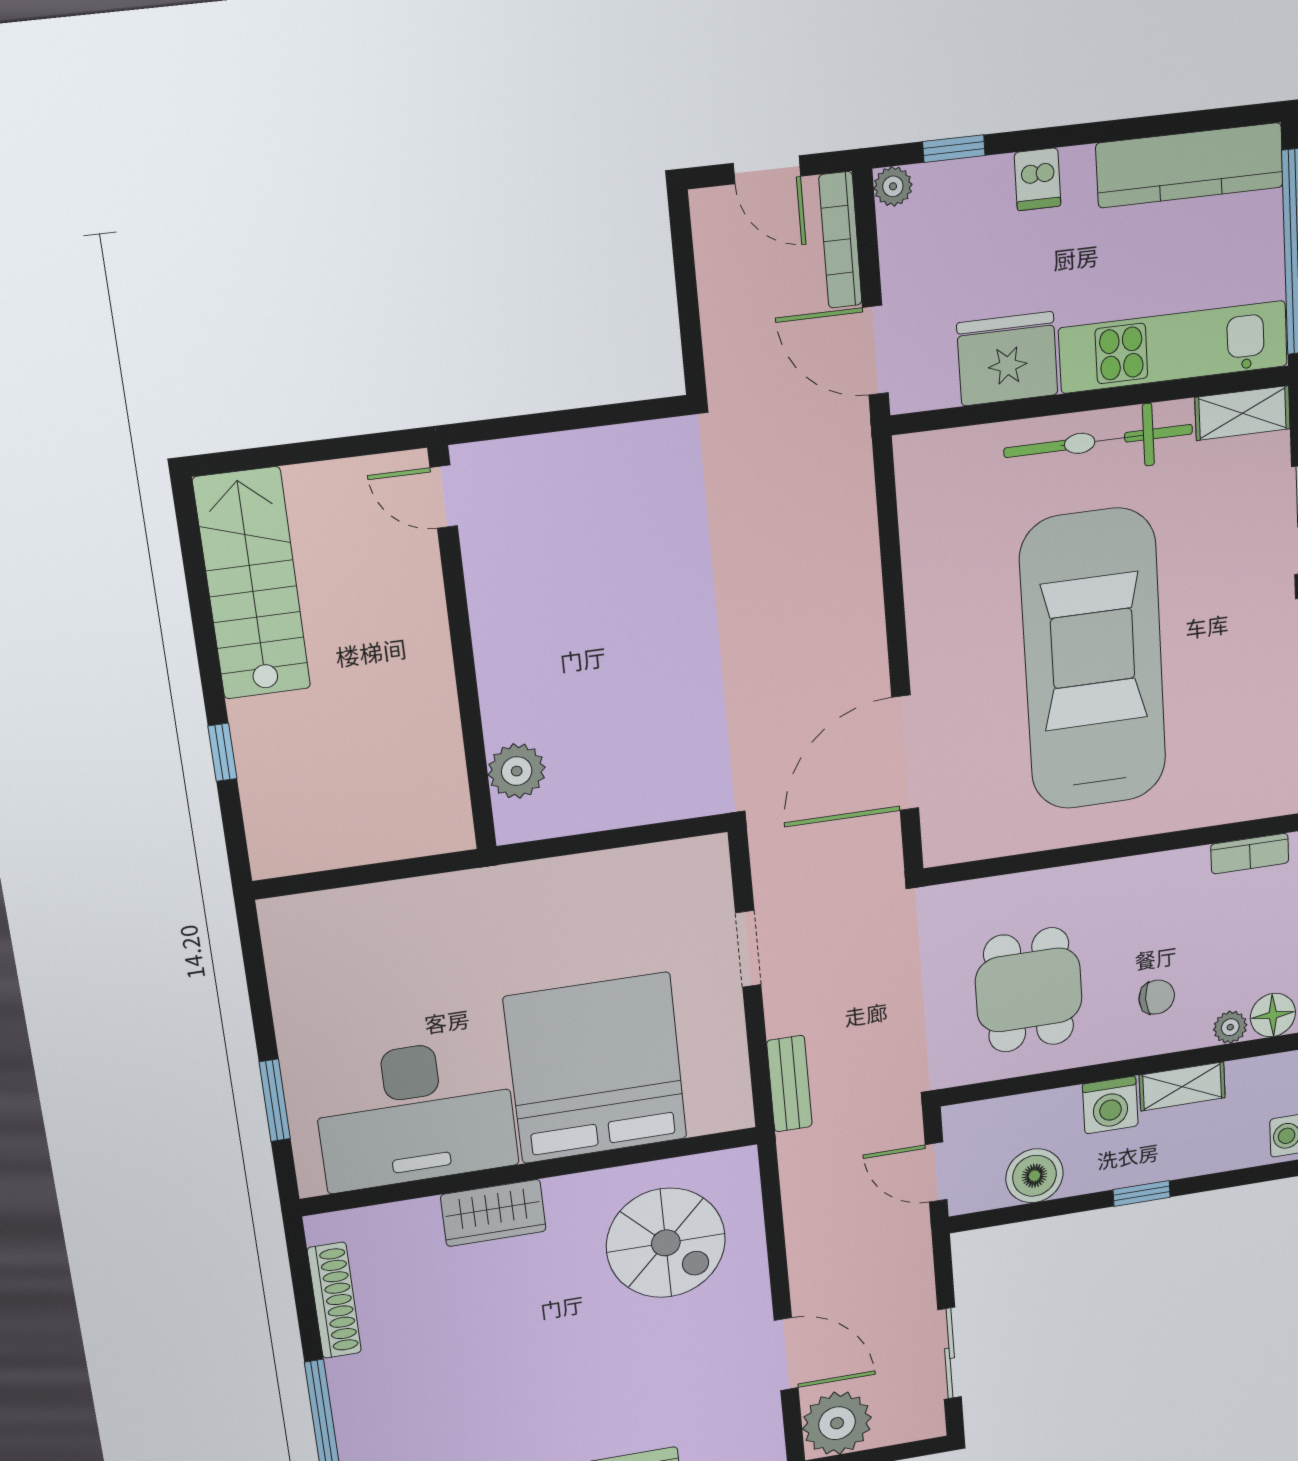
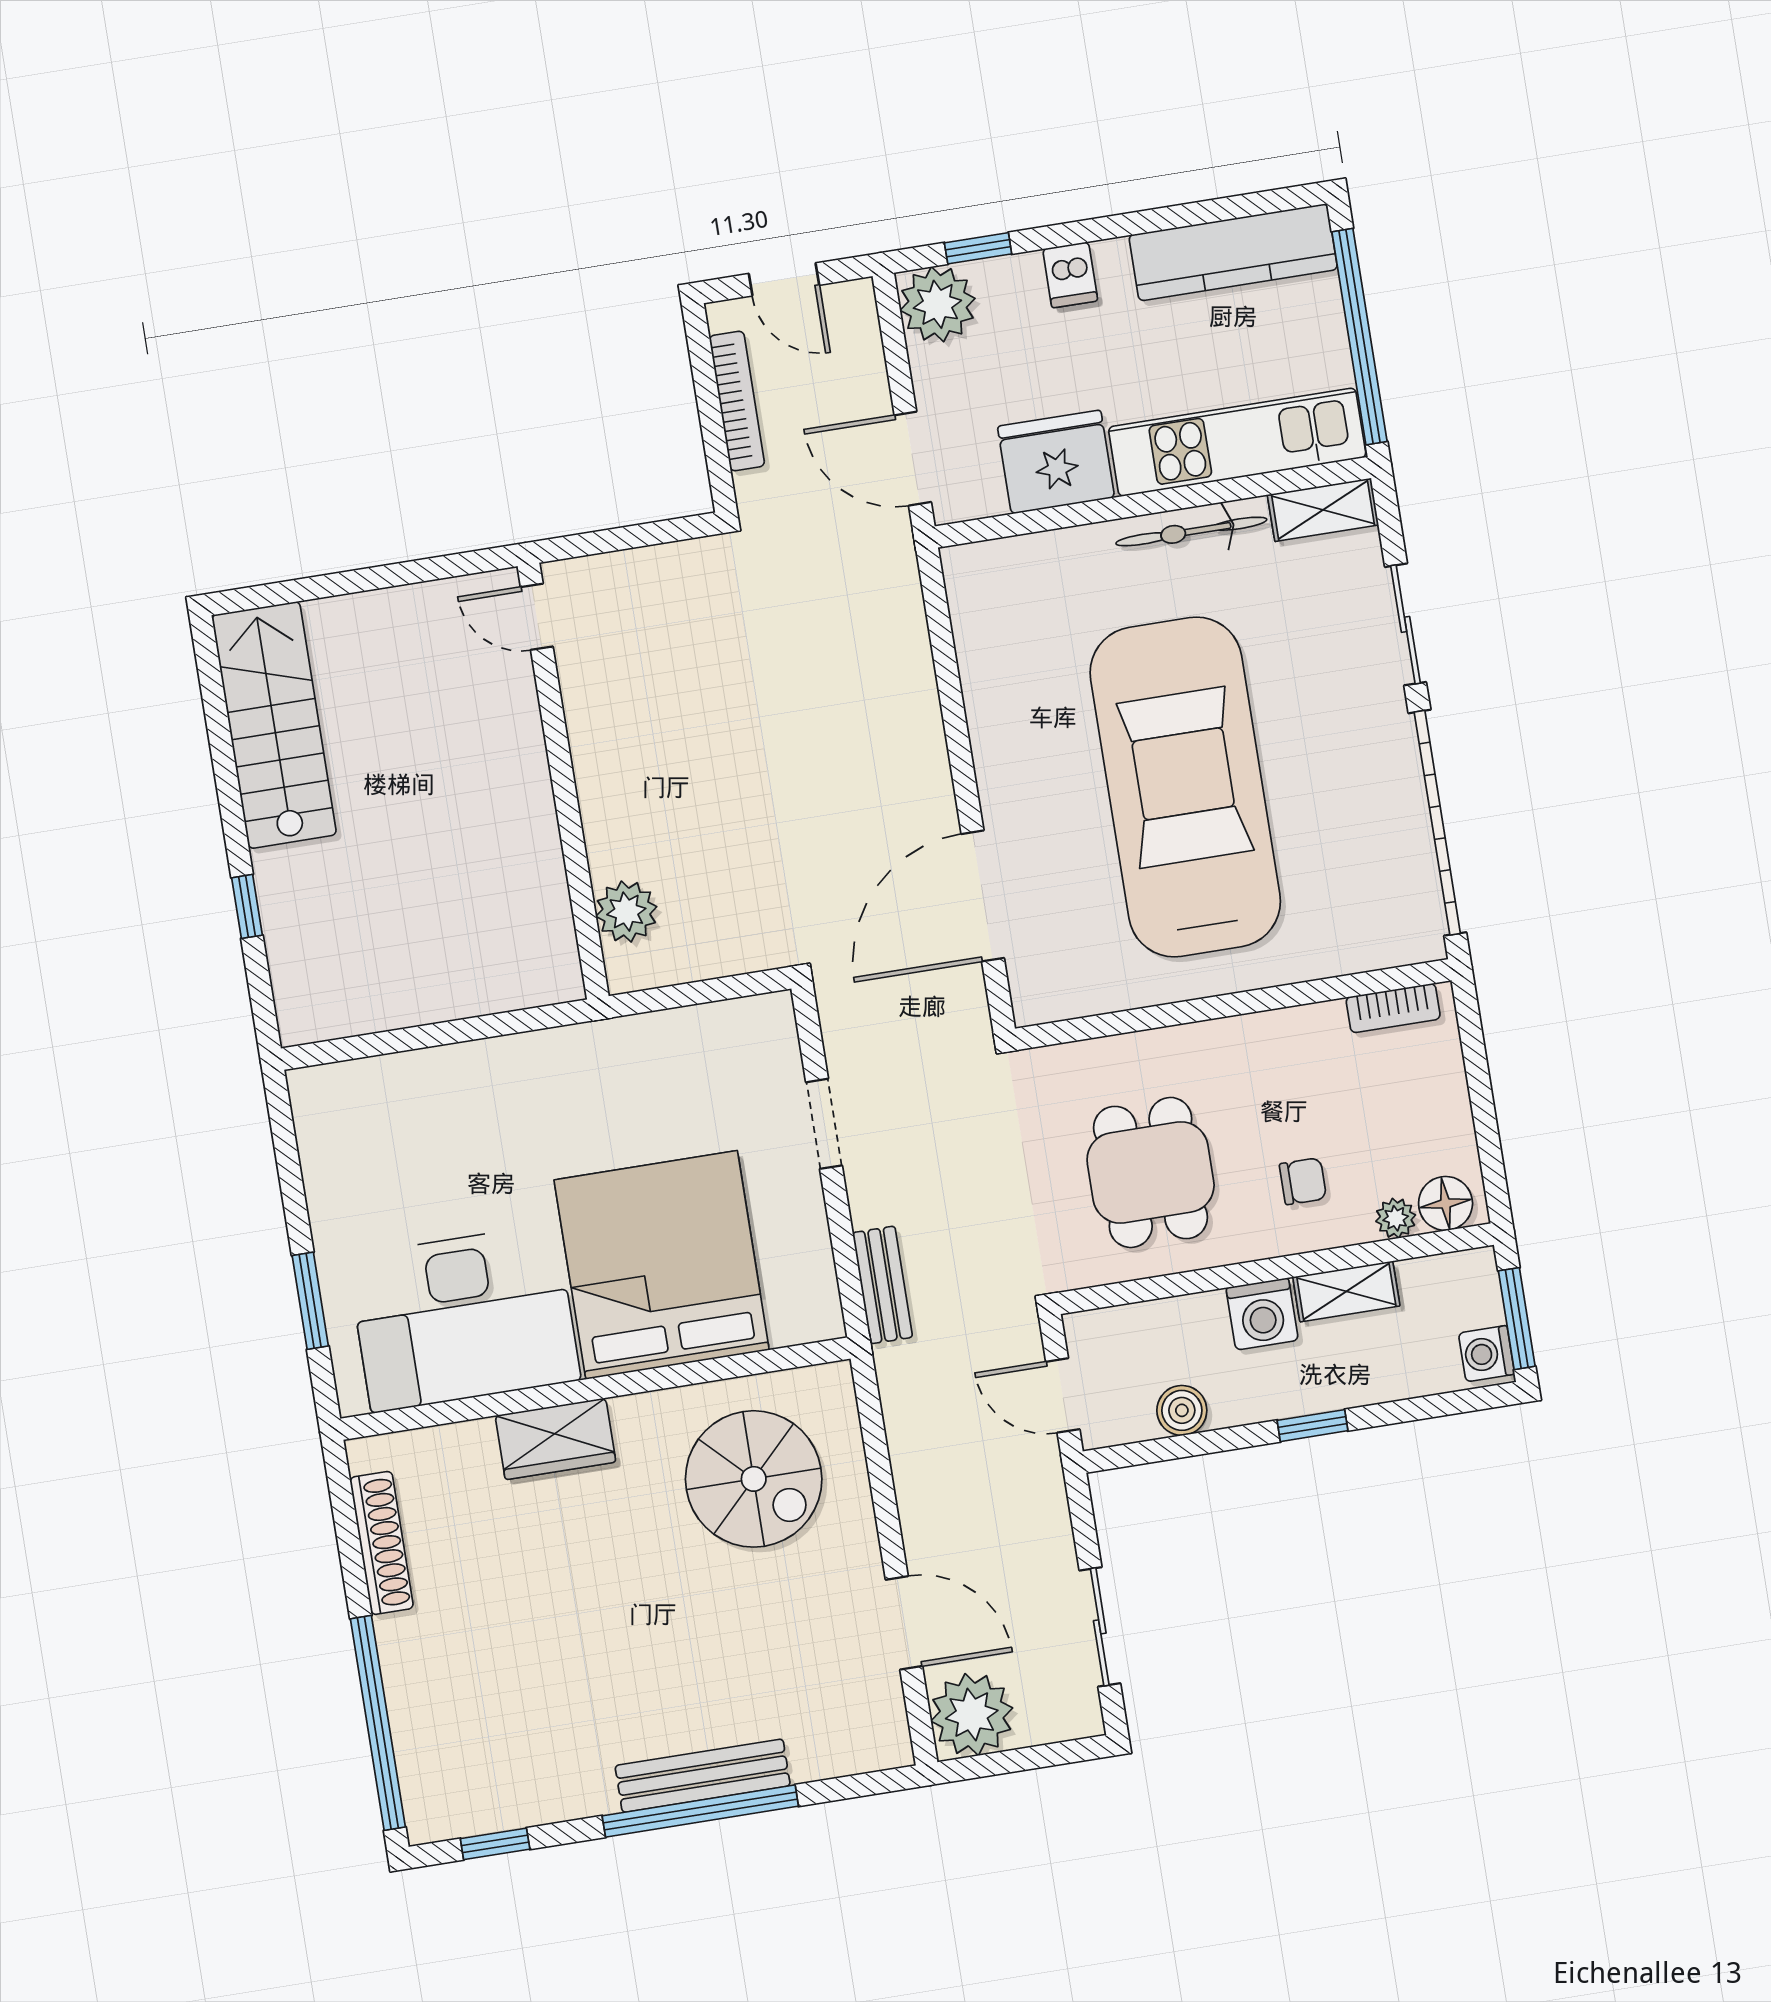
plant: (893, 186) -> (937, 304), width x1.88, depth x1.88
bookcase: (840, 240) -> (737, 401), moved, turned 180
bicycle: (1099, 441) -> (1191, 531), width x0.73, depth x0.71
door: (444, 497) -> (537, 617), moved
wall: (463, 651) -> (563, 781), moved
plant: (517, 771) -> (626, 912), moved
boiler: (1034, 1176) -> (1182, 1410), width x0.73, depth x0.73

